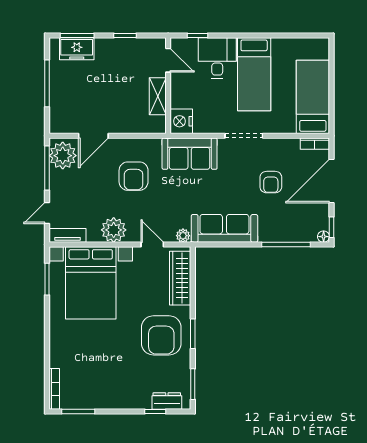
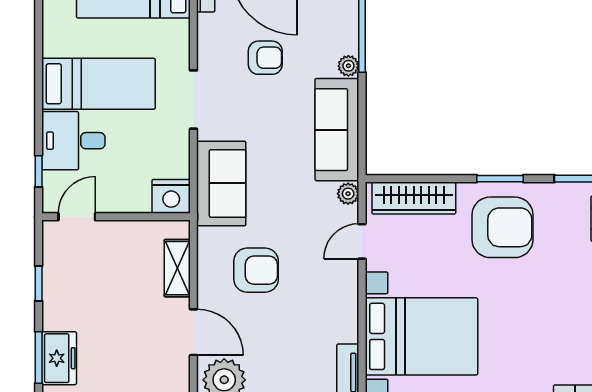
shelving: (158, 96) -> (177, 268), moved, turned 90
plant: (114, 230) -> (348, 66), moved, width x0.53, depth x0.53

